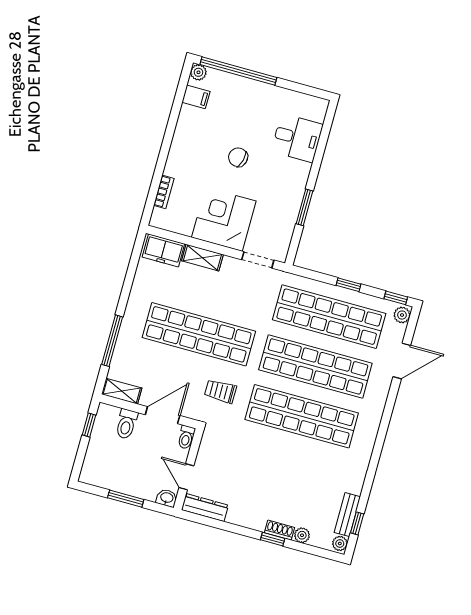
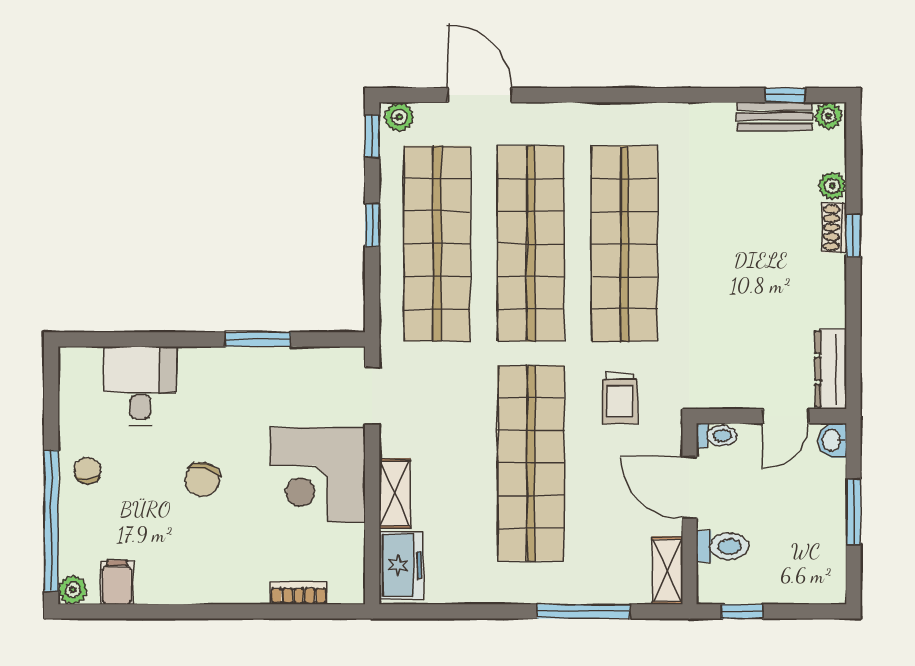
chair: (260, 98) -> (87, 470), added

